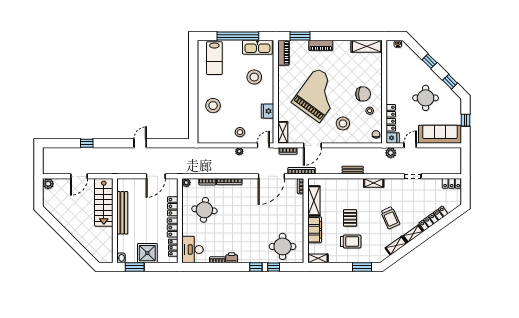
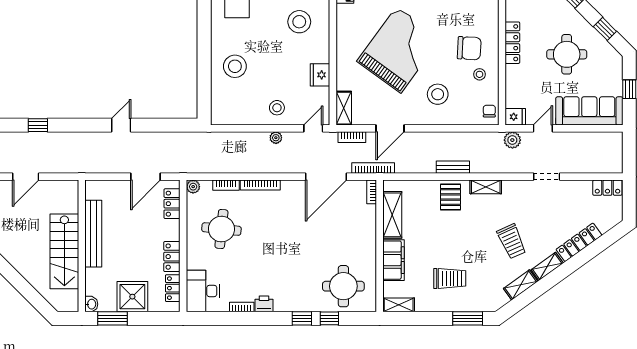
locker: (391, 118) -> (512, 43), moved
stairs: (104, 202) -> (64, 251), moved
locker: (173, 206) -> (172, 204), moved
pallet: (350, 218) -> (450, 197), moved

